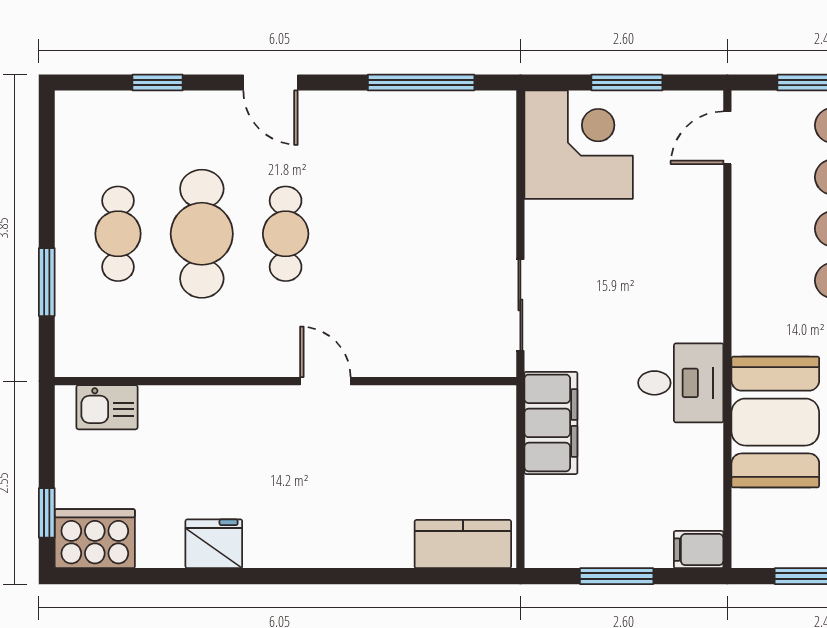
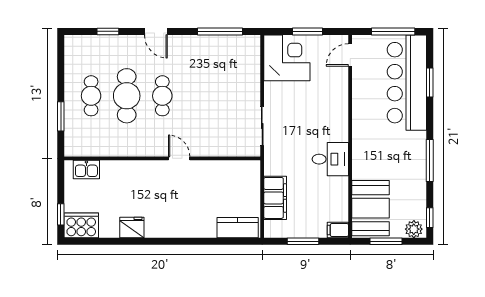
booth: (775, 422) -> (370, 208), moved
filing cabinet: (551, 423) -> (275, 198), moved

